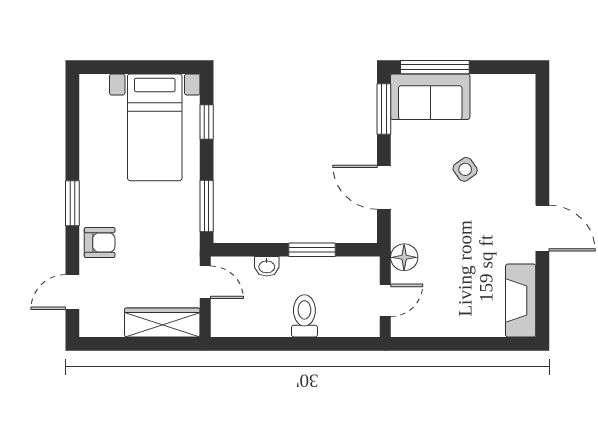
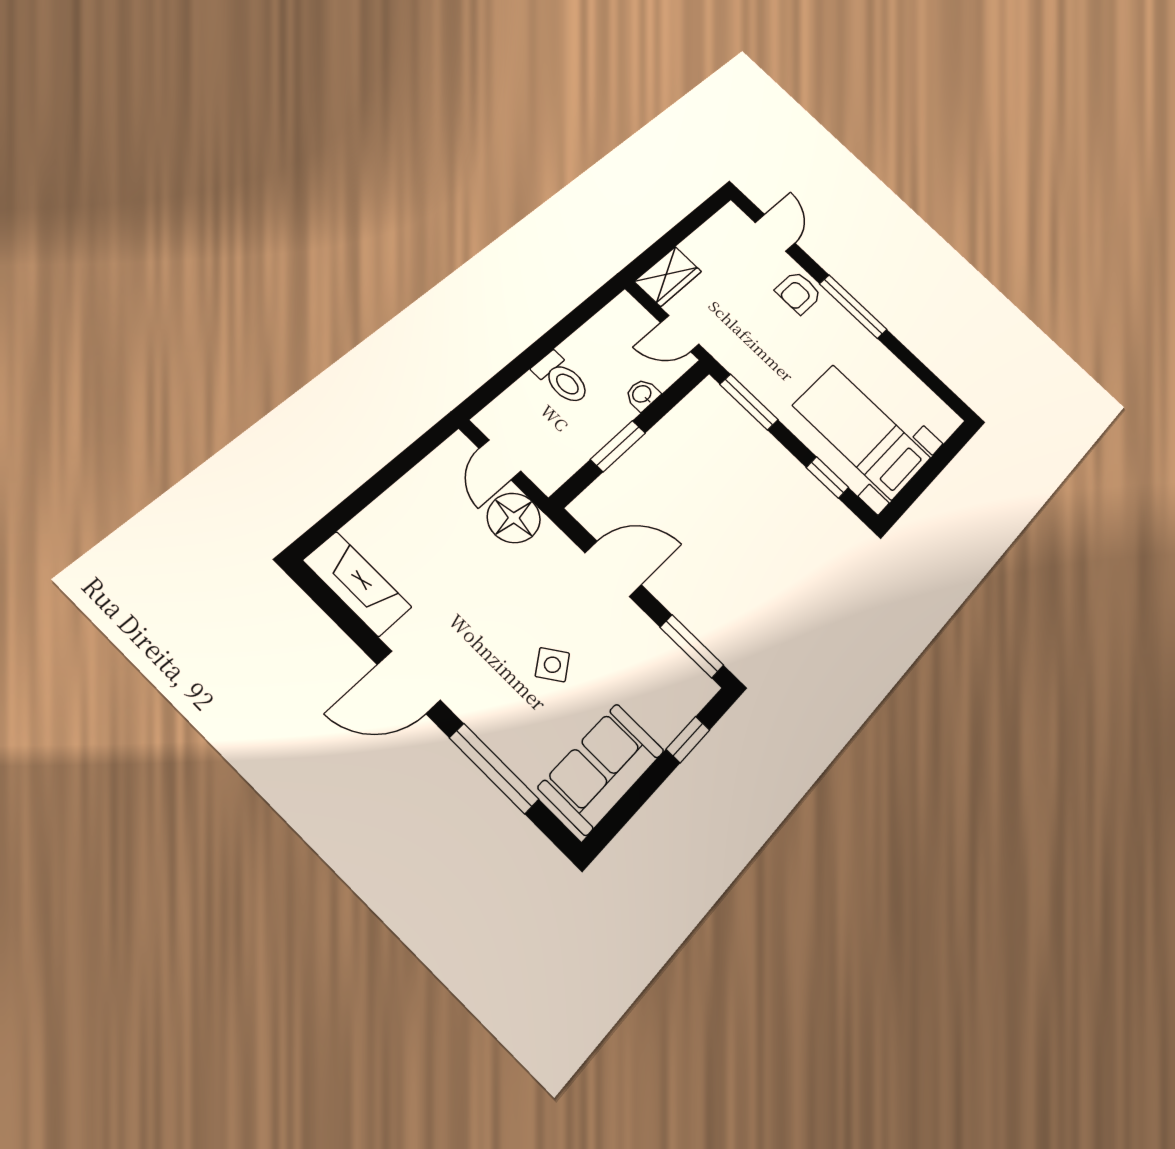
window: (435, 67) -> (688, 740), width x0.46
sofa: (430, 97) -> (602, 769), moved
window: (542, 148) -> (494, 769), added
window: (72, 203) -> (853, 307), width x1.44
floor lamp: (404, 257) -> (514, 518), width x1.38, depth x1.38
wardrobe: (162, 323) -> (668, 276), width x0.67

